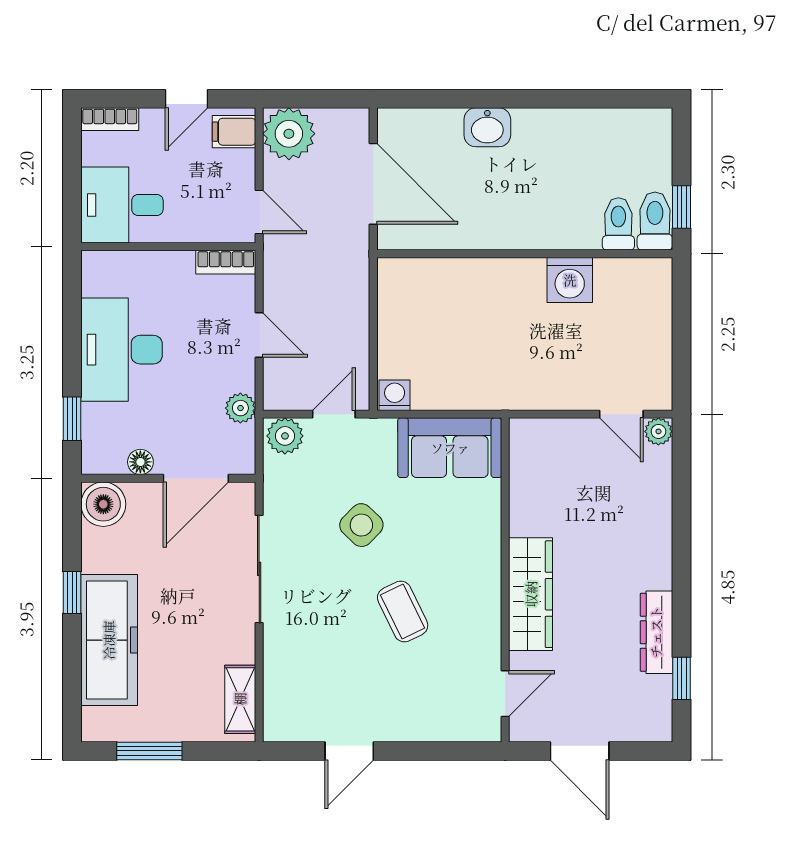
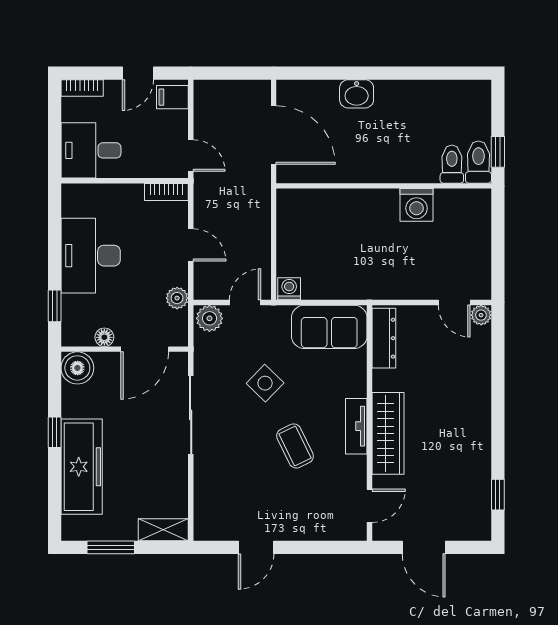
plant: (289, 134) -> (212, 99), removed
tv unit: (487, 584) -> (356, 426), added
dresser: (656, 632) -> (384, 338), moved, turned 180
shelving: (240, 699) -> (163, 530), moved, turned 90

